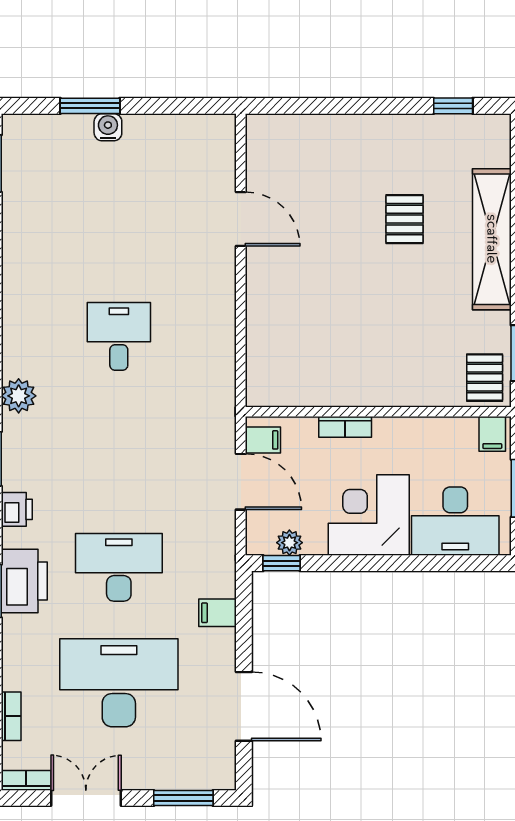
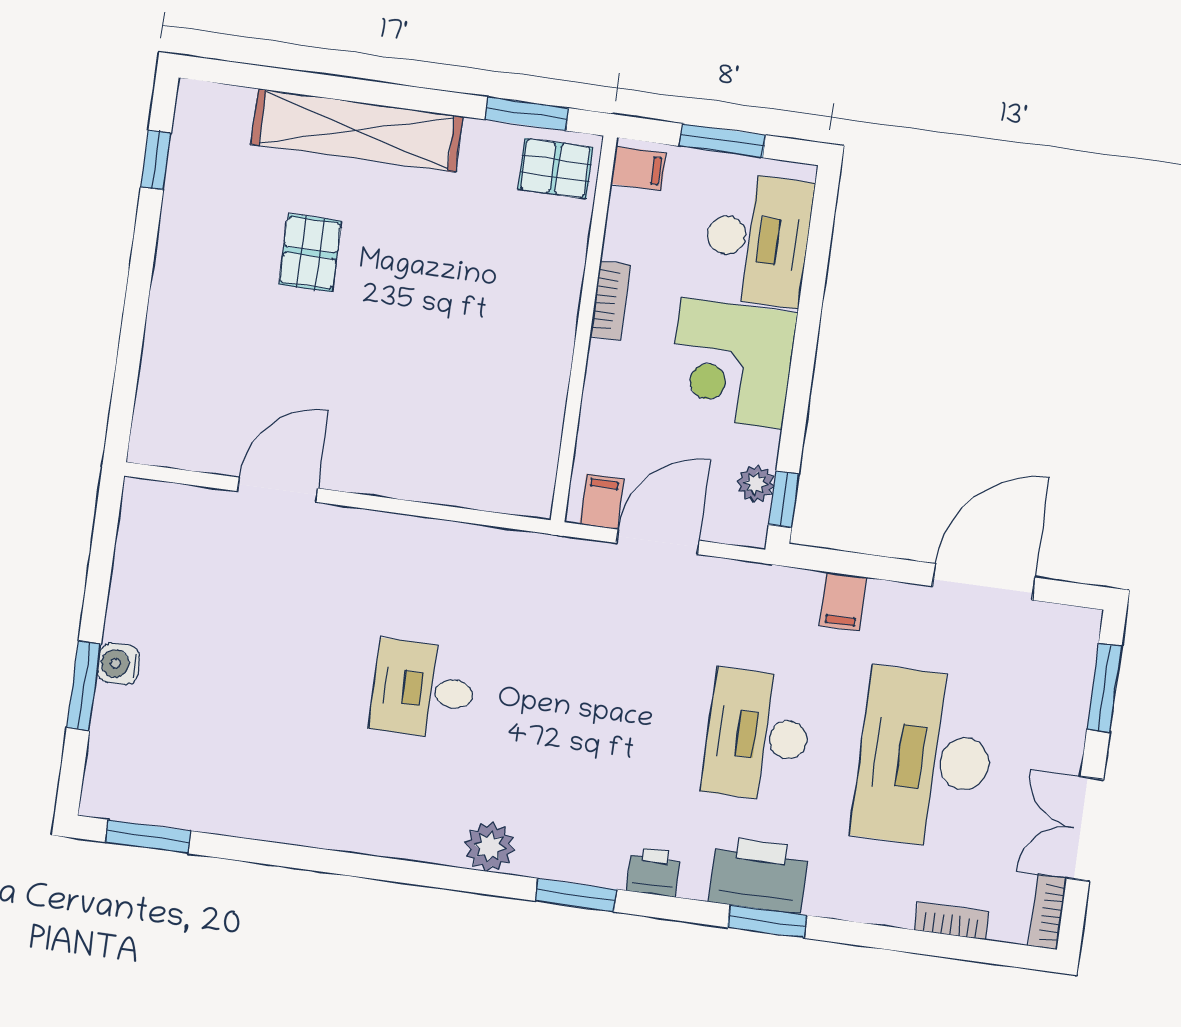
pallet: (405, 219) -> (310, 253), turned 90
bookcase: (345, 427) -> (610, 300), moved

